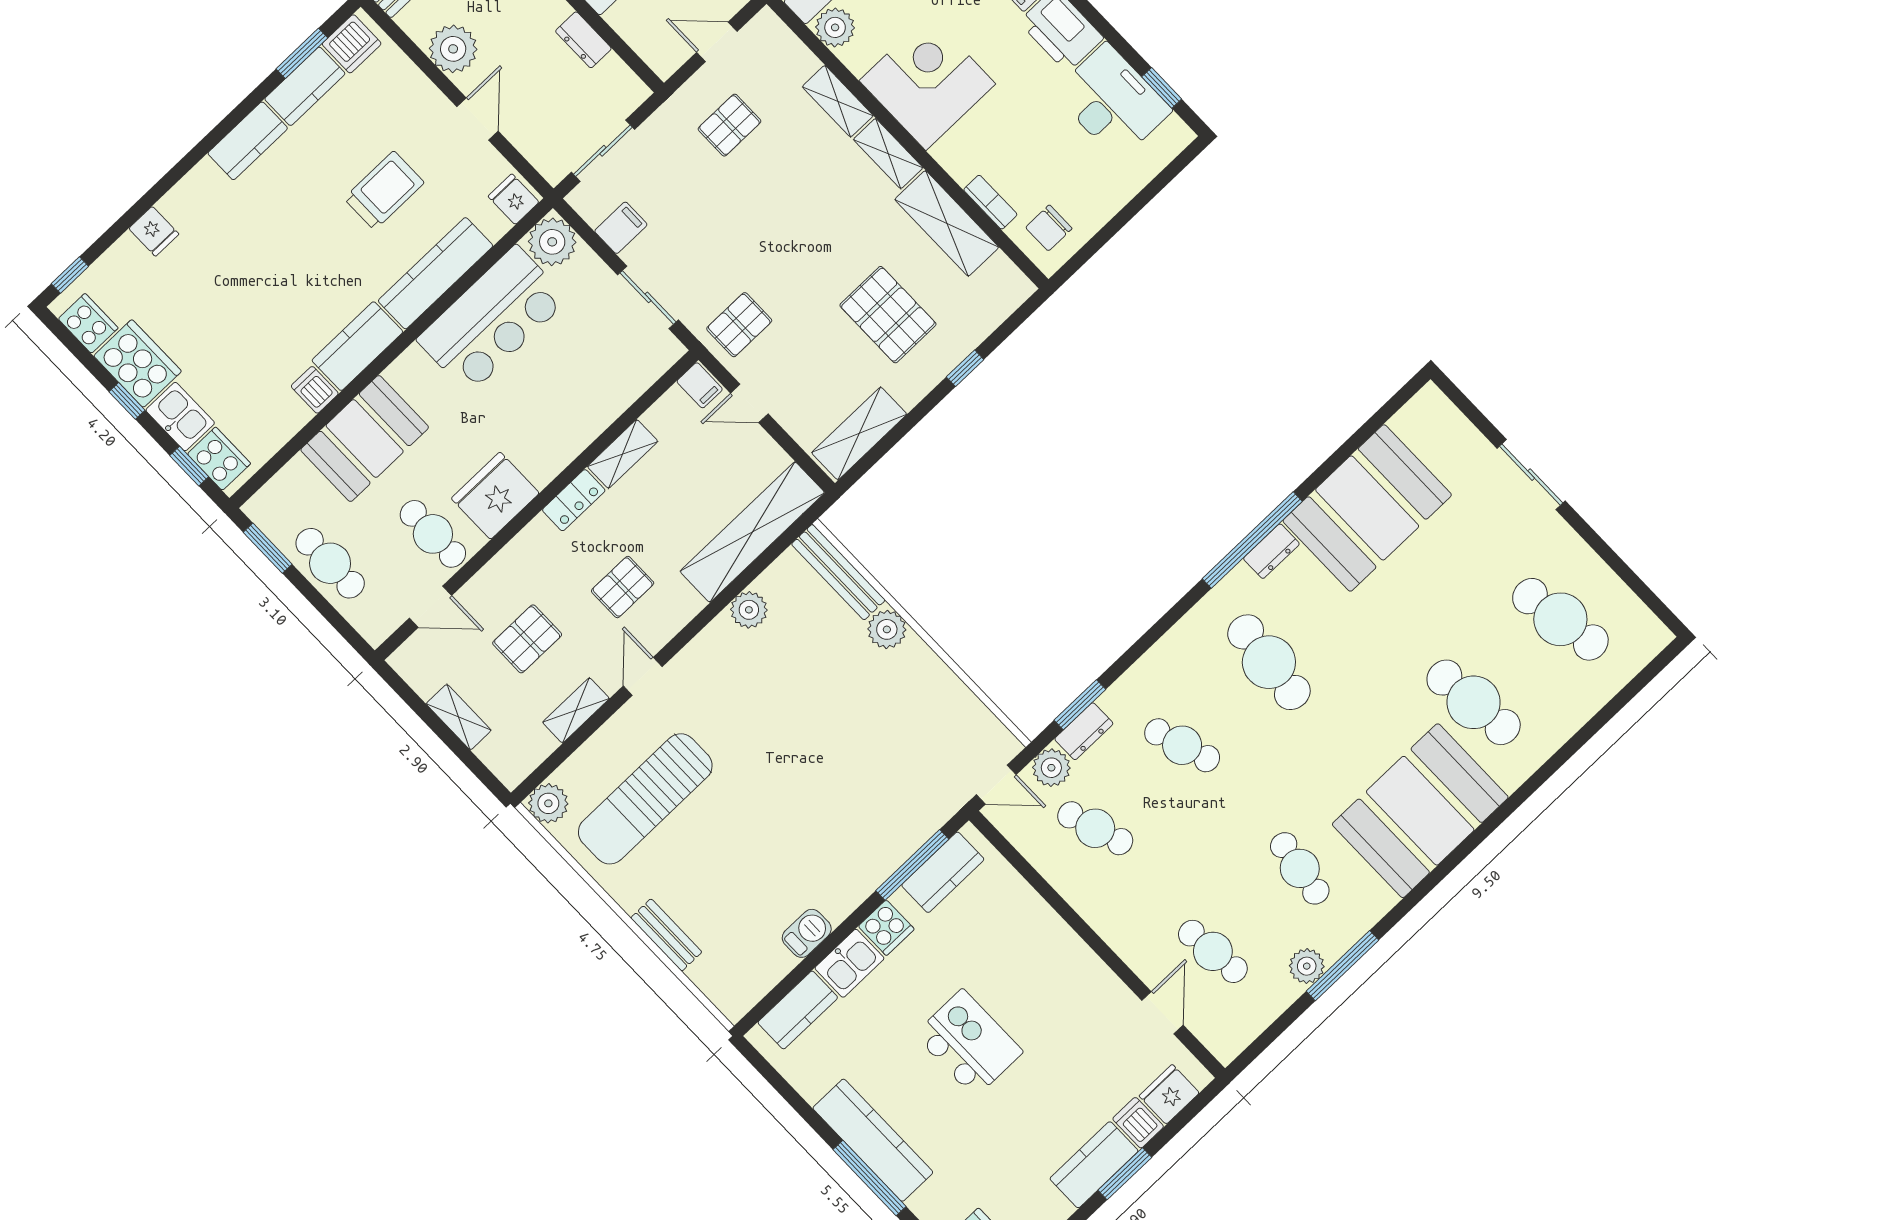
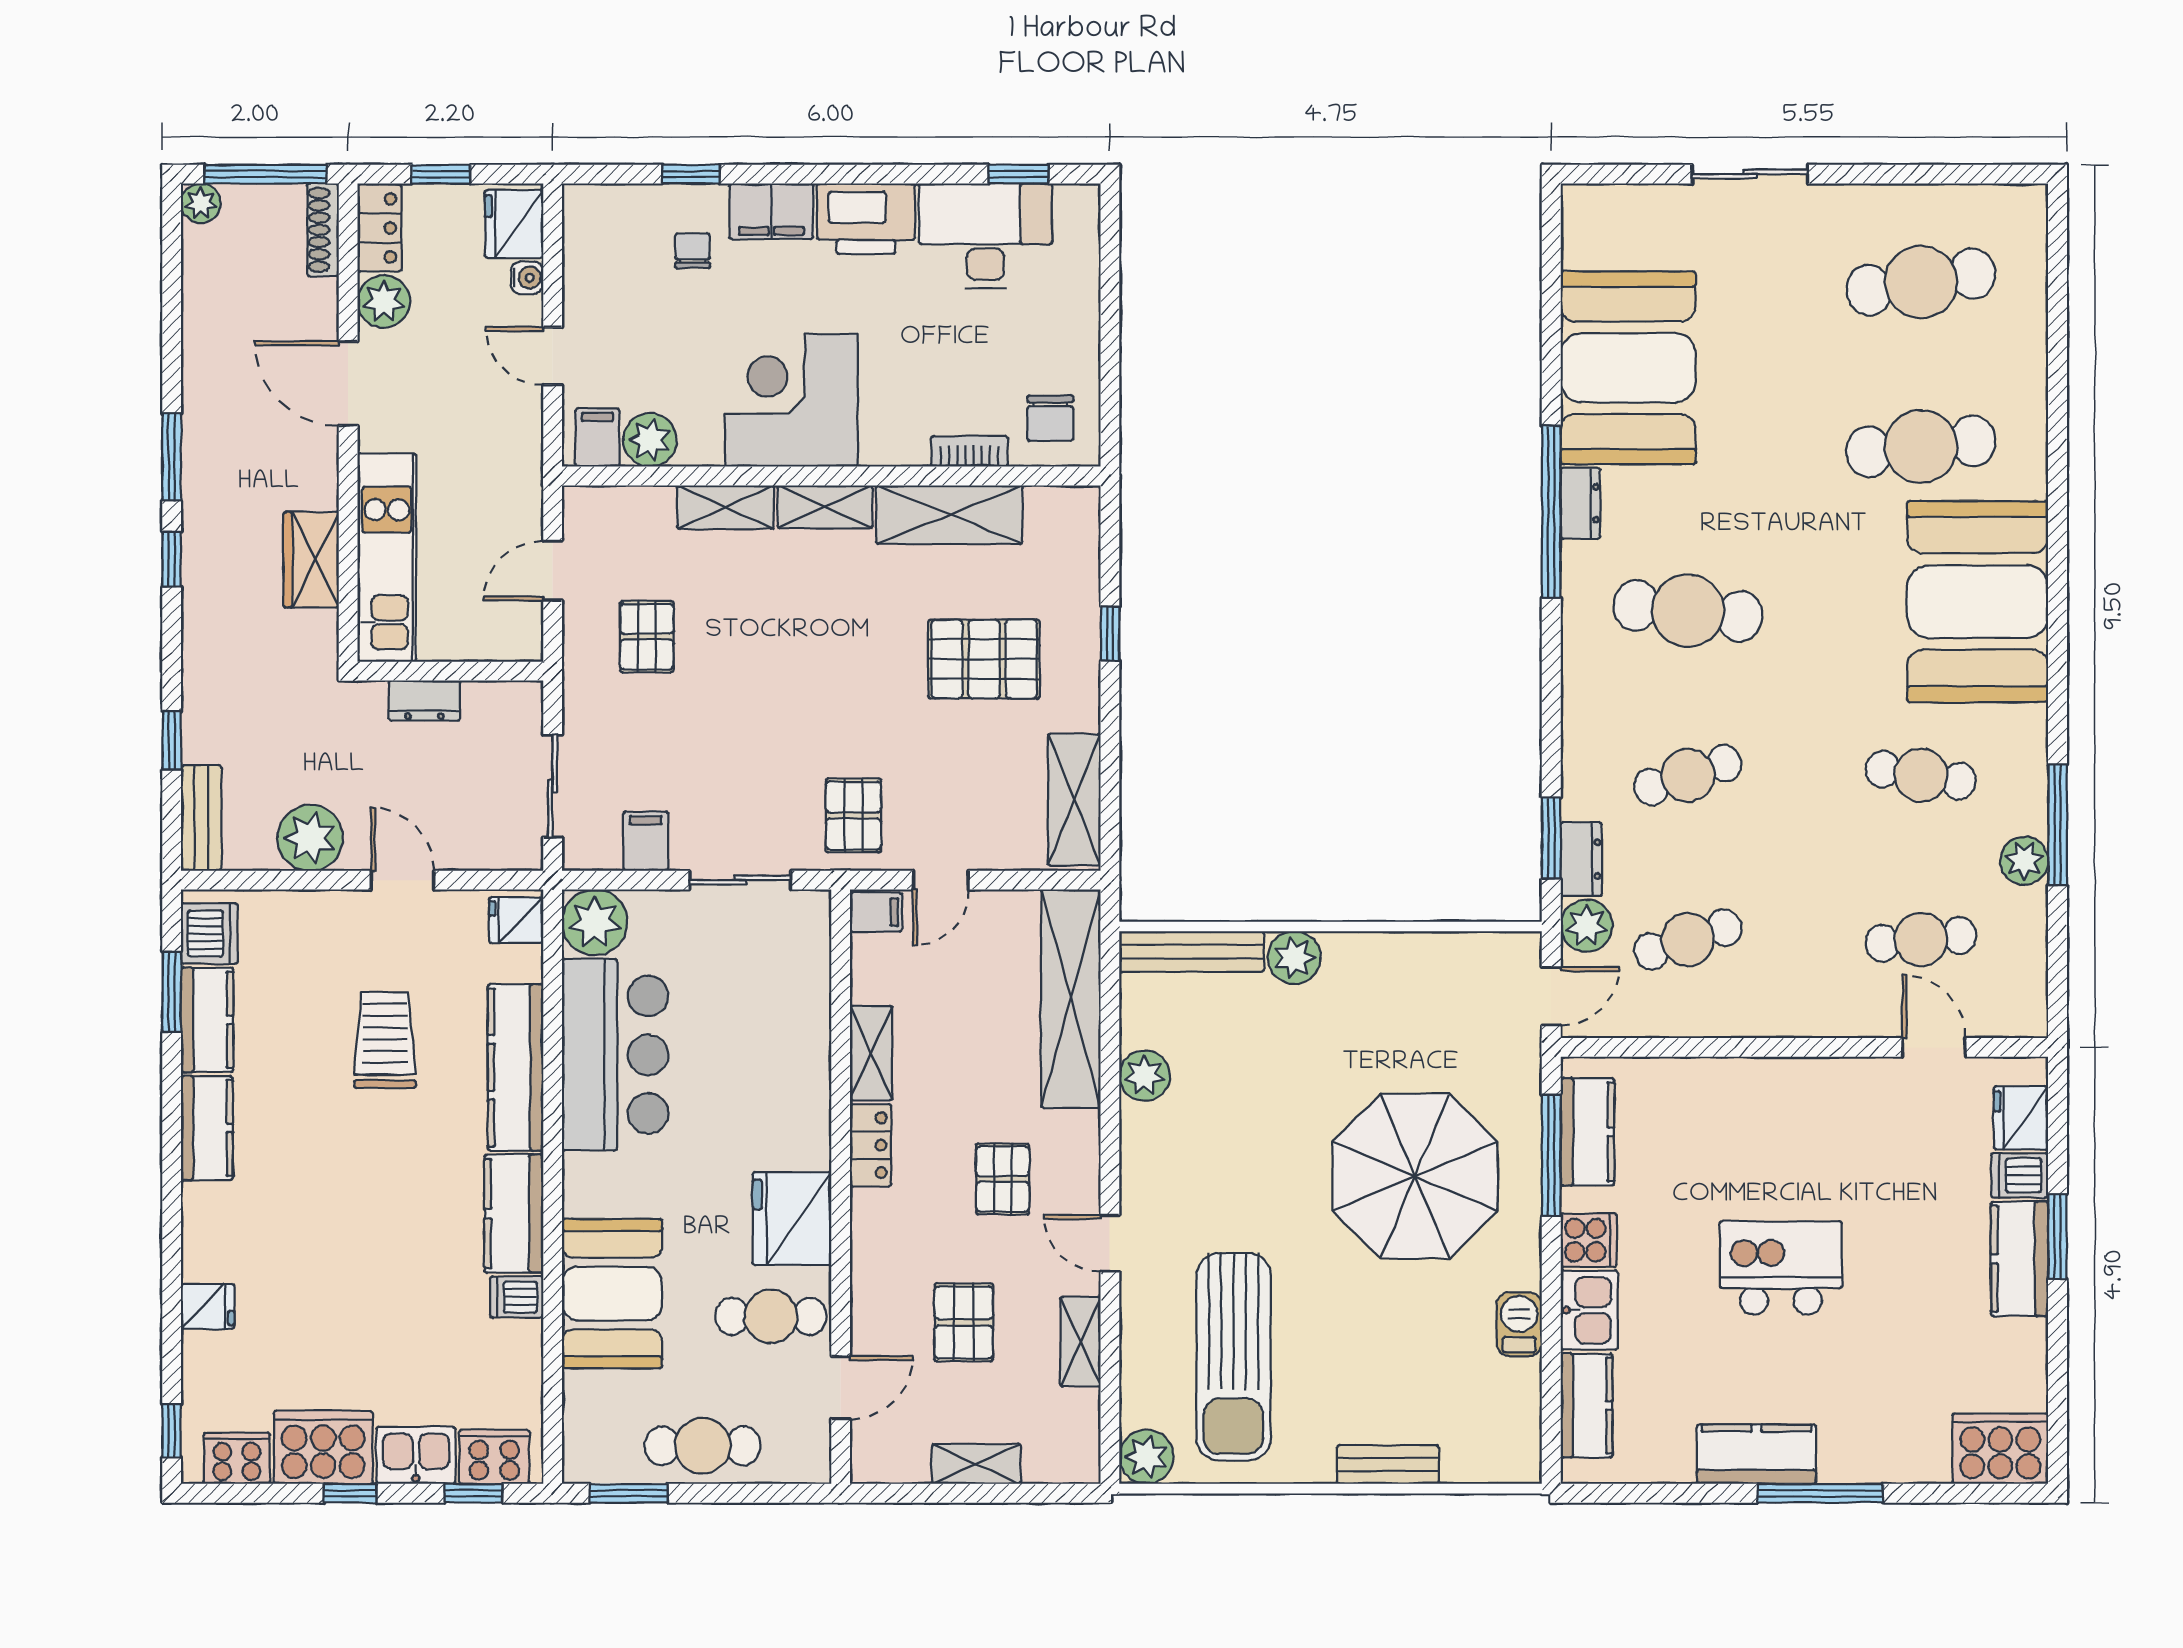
parasol: (832, 803) -> (1415, 1176), added
kitchen counter: (873, 1140) -> (1756, 1454), width x0.67

